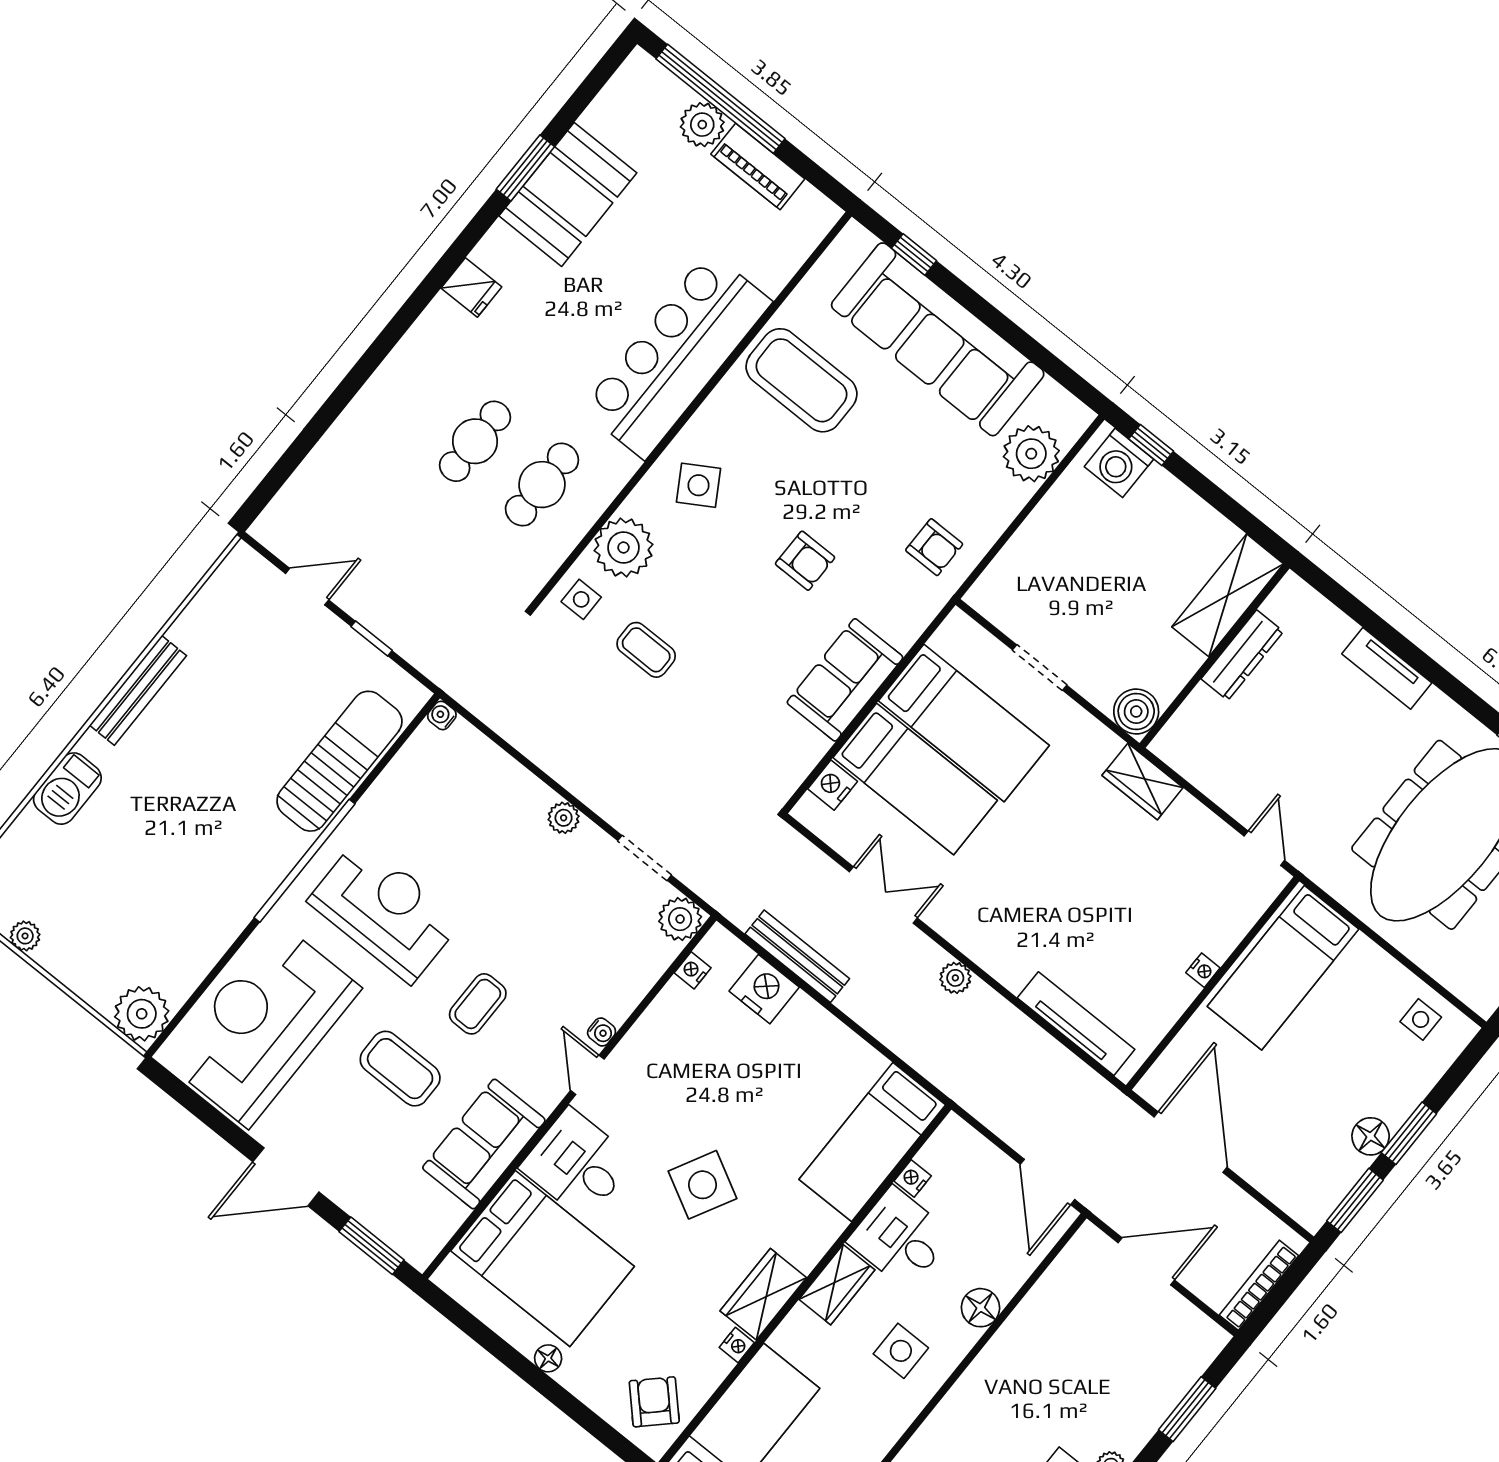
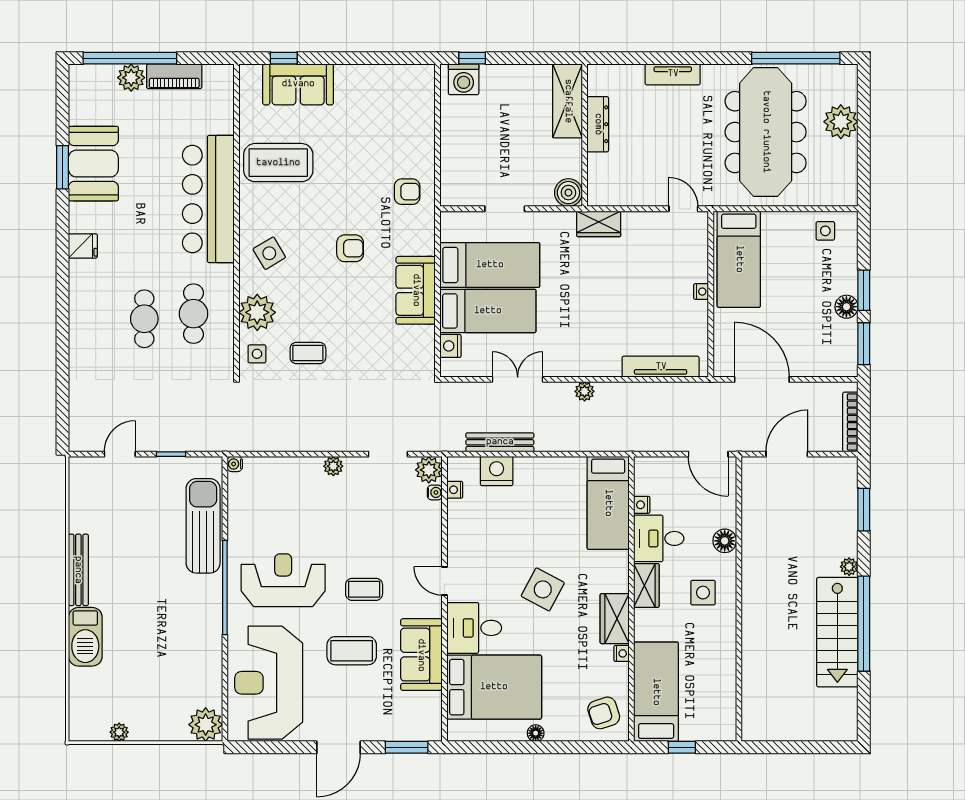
sofa: (938, 339) -> (298, 84), width x0.54, depth x0.79
plant: (1031, 454) -> (418, 109), removed
barbecue: (67, 789) -> (85, 637), width x1.37, depth x1.21
coffee table: (478, 1004) -> (364, 589), turned 90
water cooler: (602, 1032) -> (435, 492), moved
armchair: (654, 1402) -> (604, 713), turned -64

